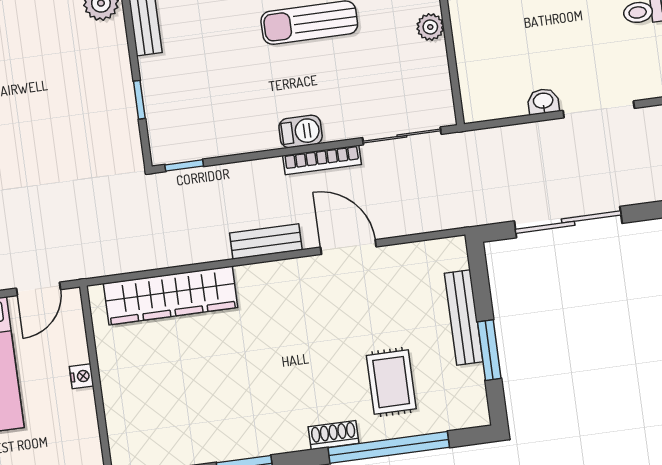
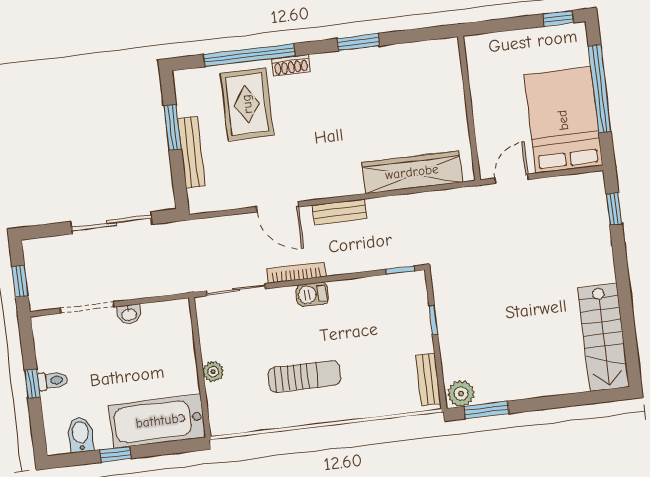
nightstand: (82, 376) -> (480, 112), removed
rug: (391, 382) -> (247, 104), width x1.36, depth x1.43

